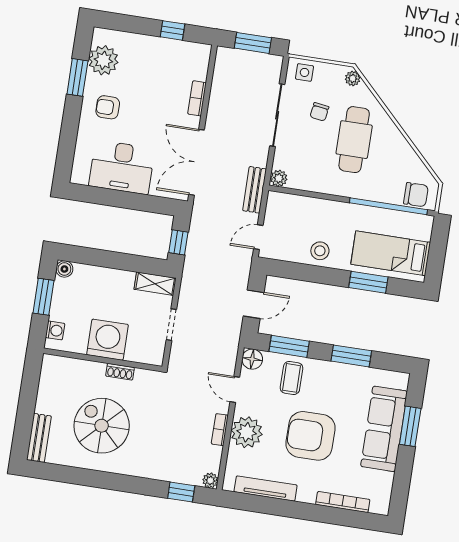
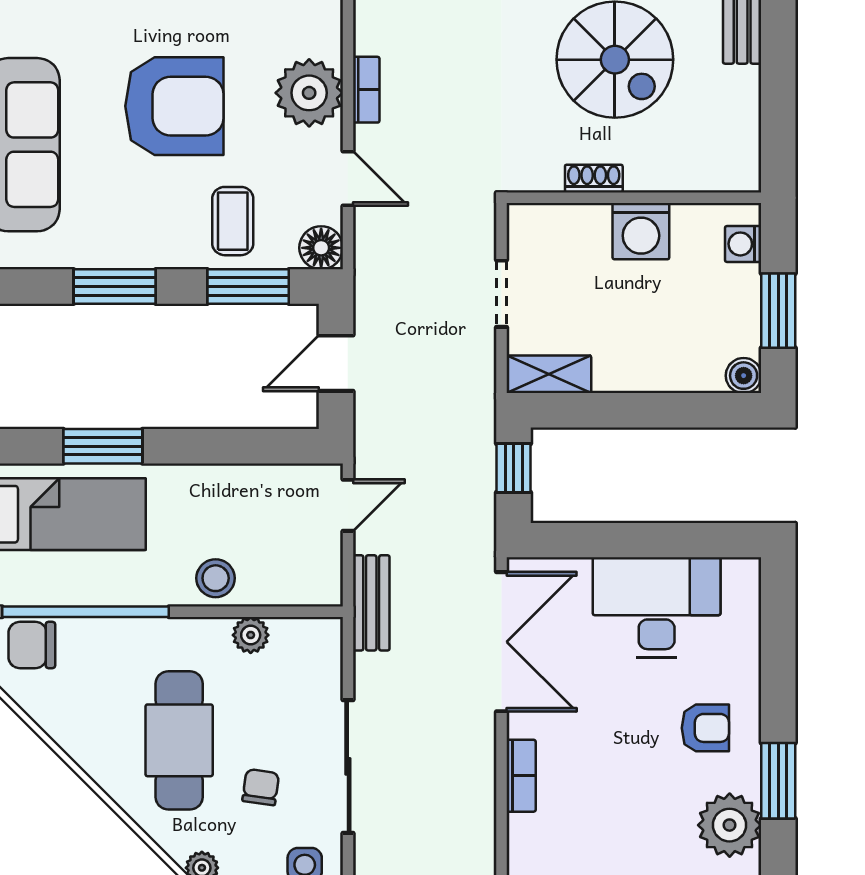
plant: (279, 178) -> (251, 635), moved
stool: (320, 251) -> (216, 578), moved
washing machine: (107, 340) -> (641, 231), width x0.73, depth x0.73

